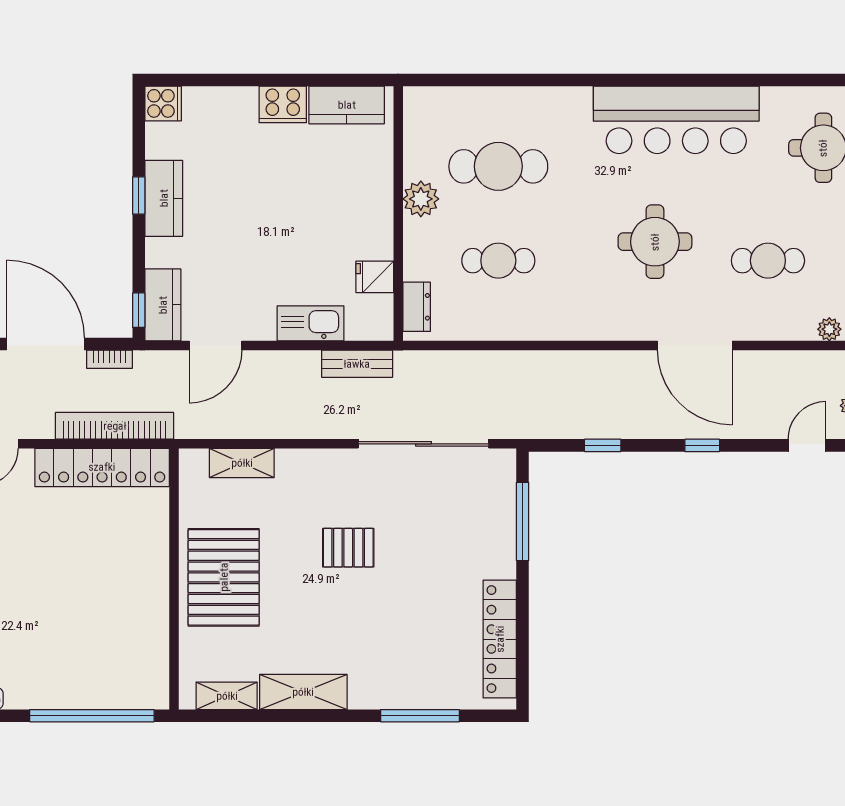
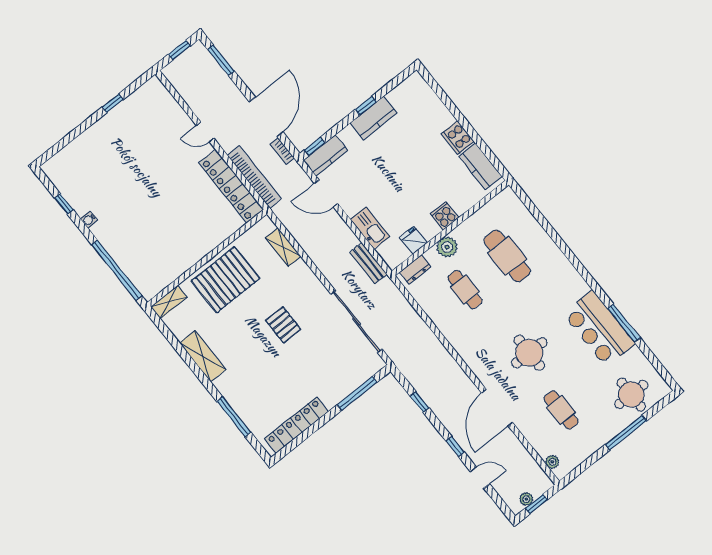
window: (718, 80) -> (624, 323), added
cooker: (163, 103) -> (445, 216), moved, turned 180
bar counter: (676, 120) -> (599, 329), width x0.73
plant: (421, 199) -> (447, 247), moved
door: (807, 445) -> (480, 478), moved
shelving: (227, 696) -> (169, 302), moved, turned 90

